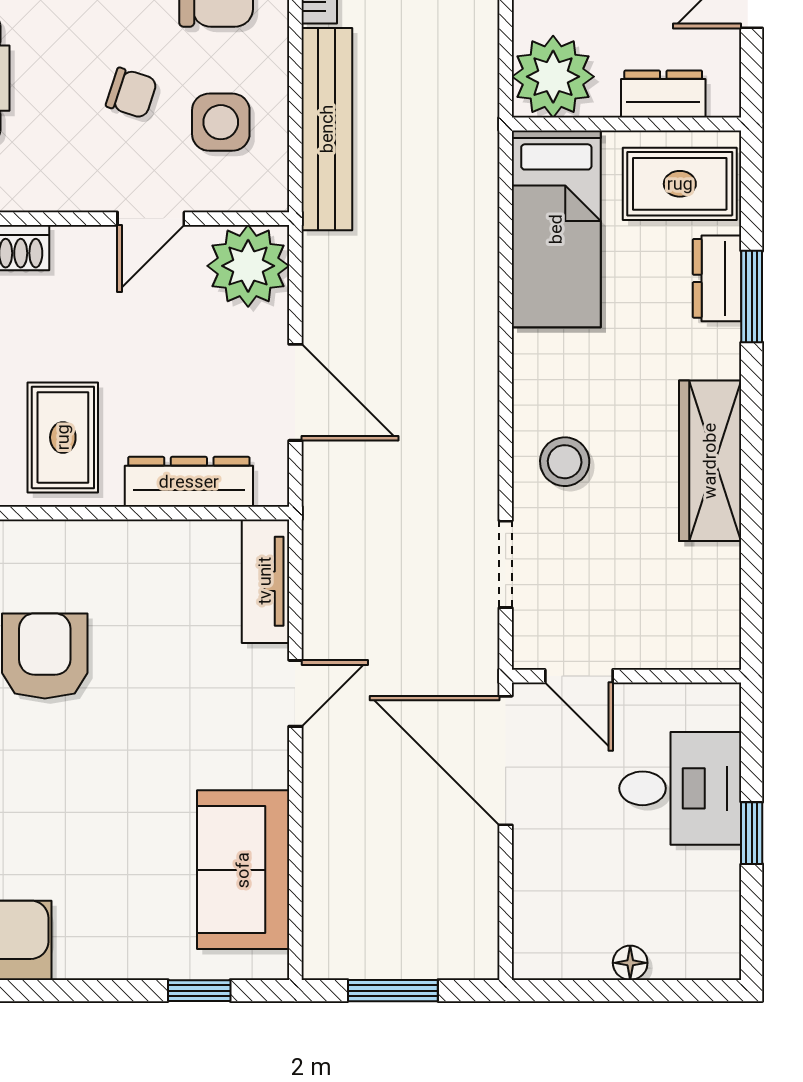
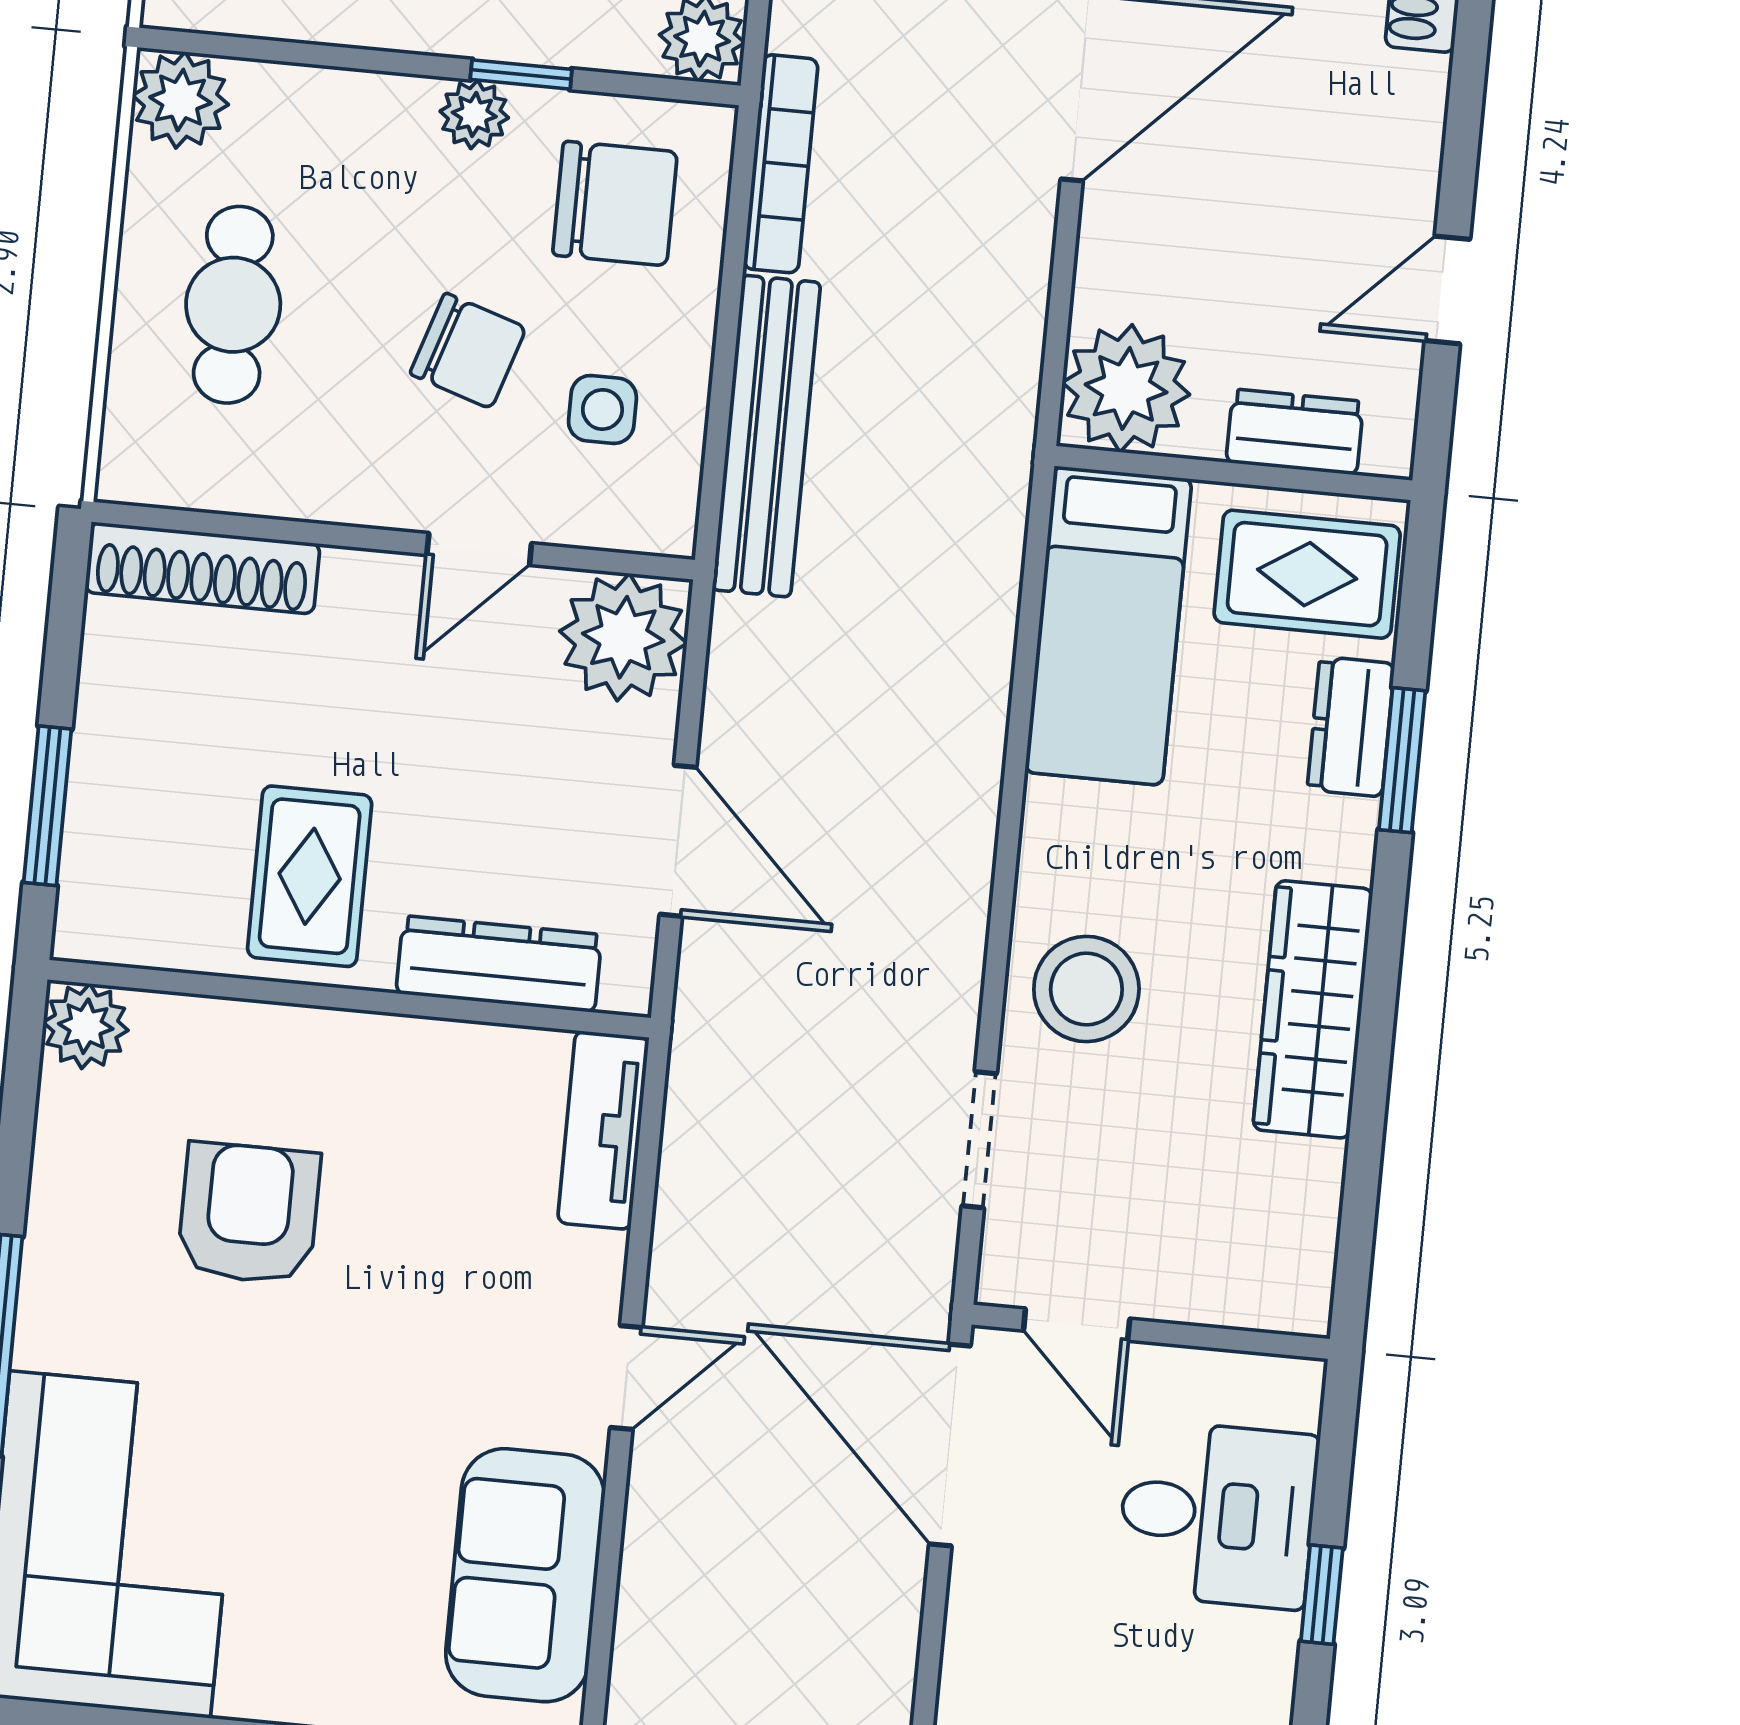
chair: (131, 93) -> (468, 351), width x1.37, depth x1.37
side table: (221, 122) -> (602, 409), width x0.73, depth x0.73
stool: (565, 462) -> (1086, 989), width x1.38, depth x1.38
door: (295, 693) -> (626, 1378), moved

